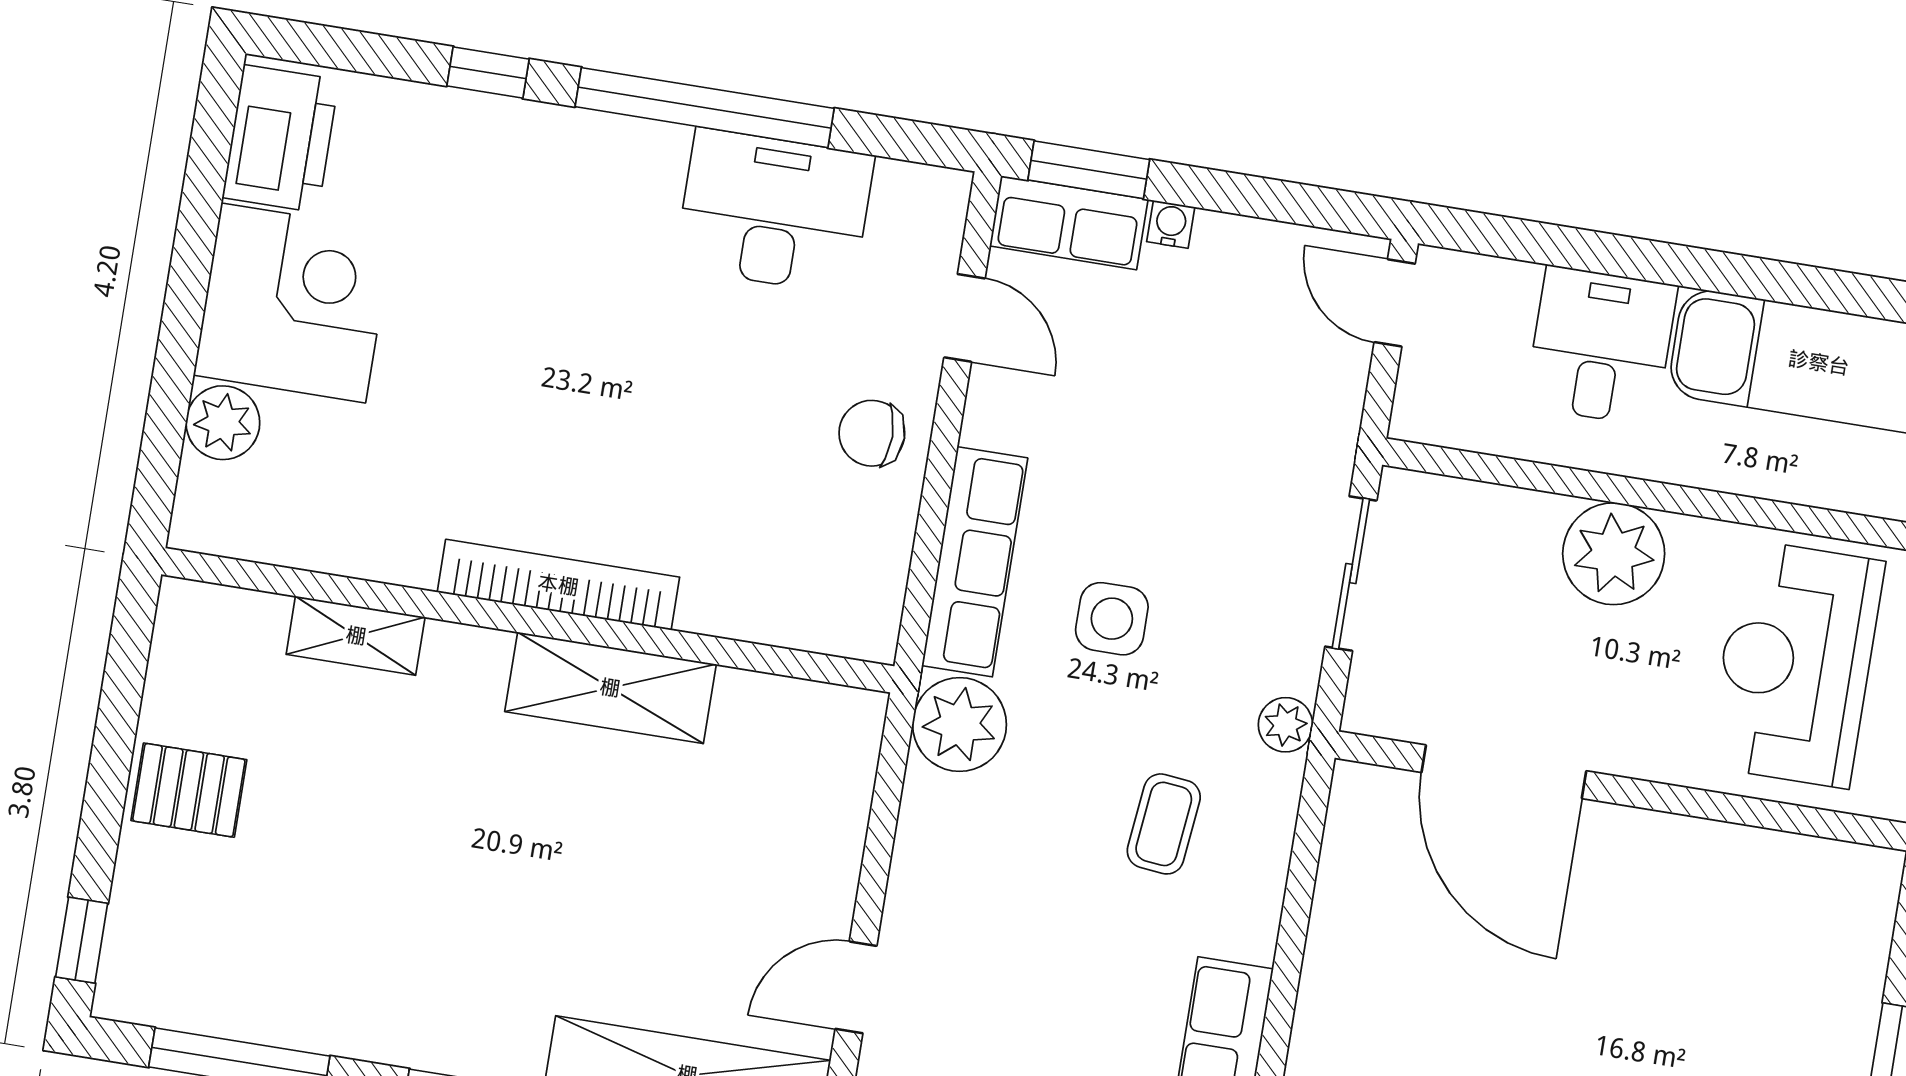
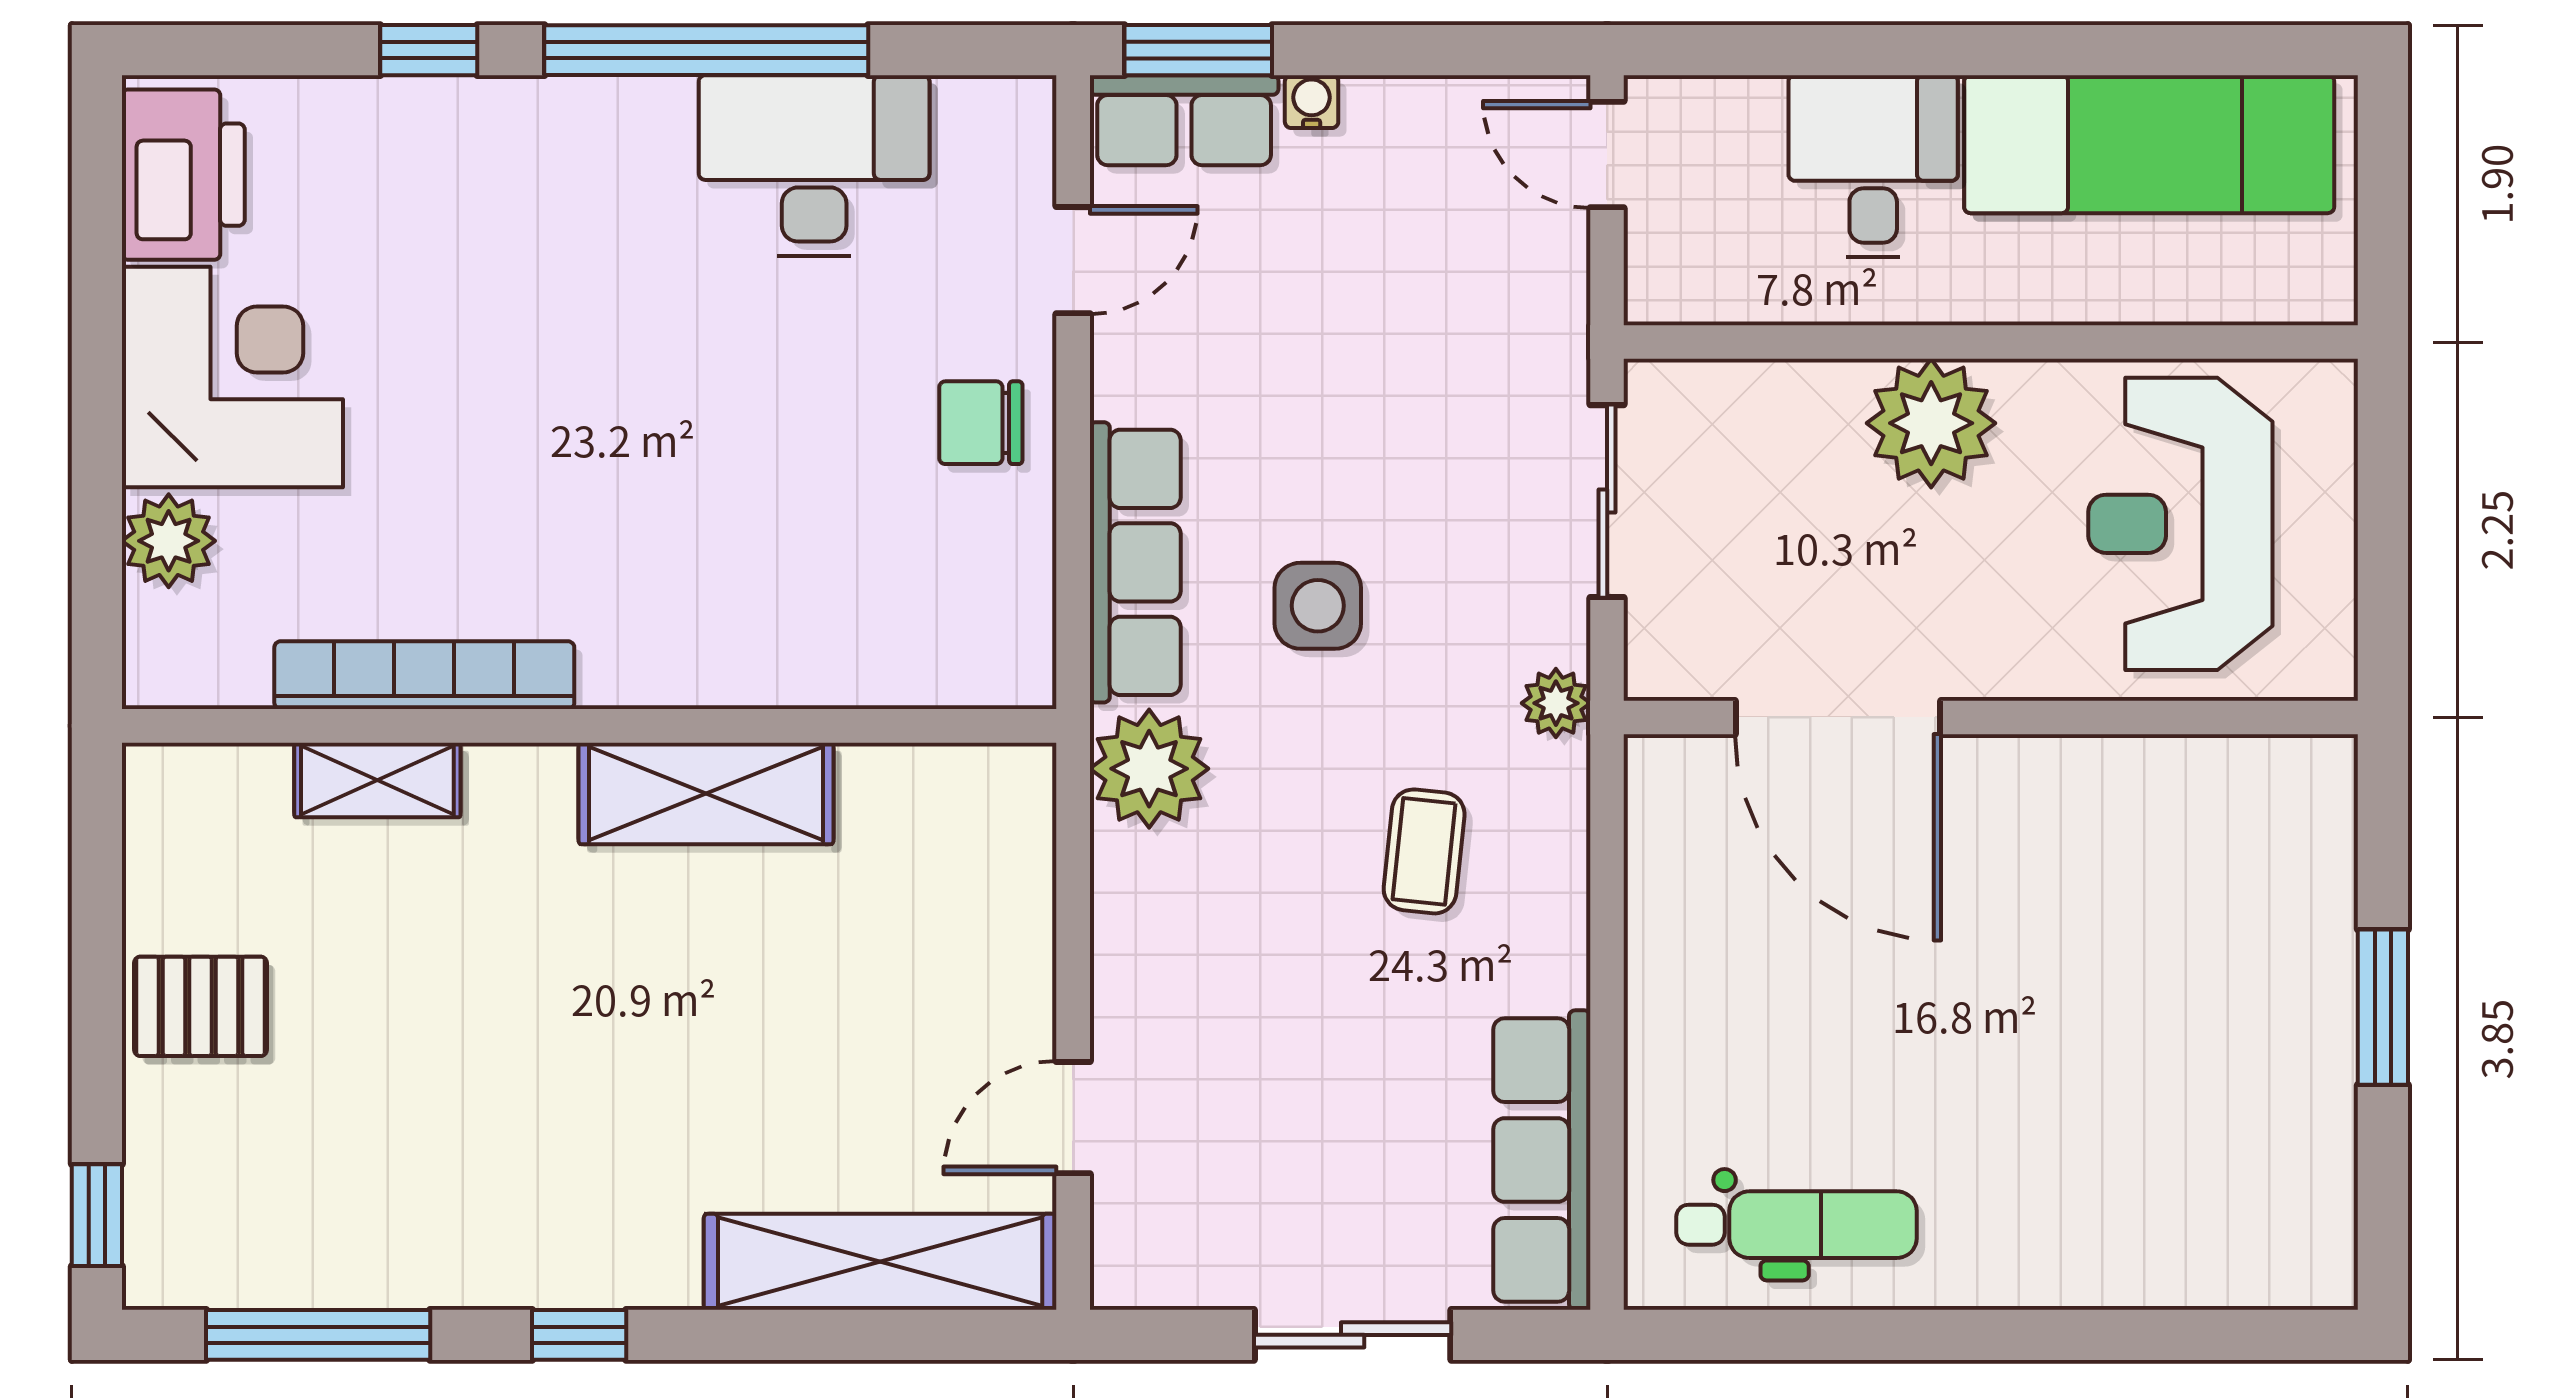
door: (964, 318) -> (1073, 260), hinge flipped
bookcase: (558, 585) -> (424, 675), moved

